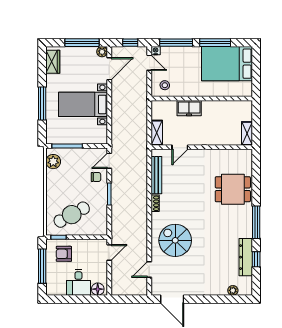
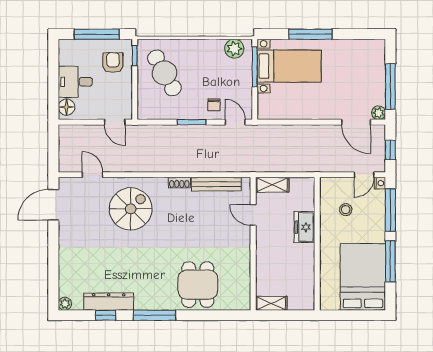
wardrobe: (53, 62) -> (365, 48), removed
stool: (165, 85) -> (346, 210), moved
bed with nightstands: (83, 104) -> (289, 66), moved, turned 90
plant: (233, 290) -> (65, 304), moved

